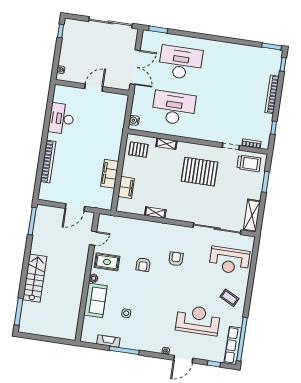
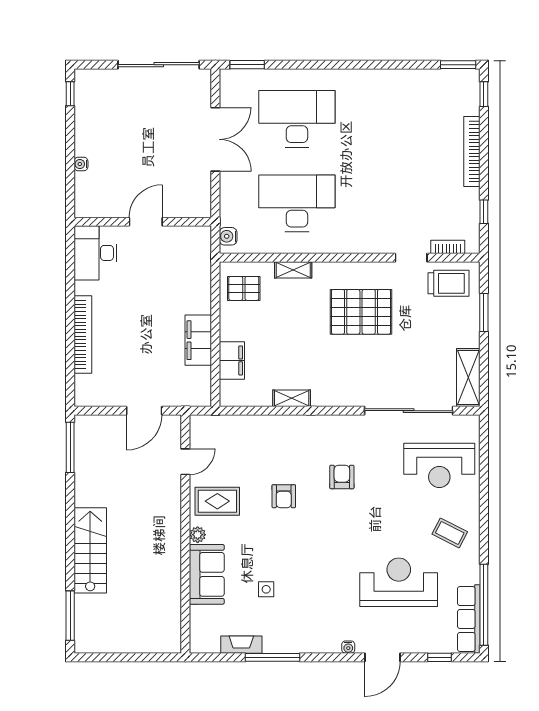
wall: (92, 87) -> (143, 222), moved
door: (94, 88) -> (146, 222), moved

